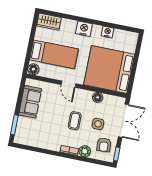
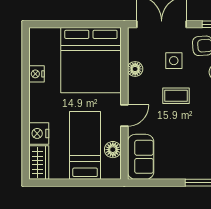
nightstand: (84, 29) -> (39, 133), moved
floor lamp: (33, 69) -> (113, 150), moved
sofa: (30, 102) -> (141, 157), moved, turned 90

